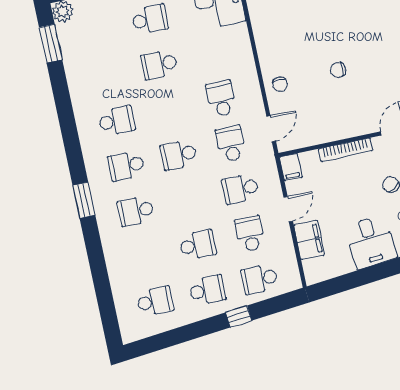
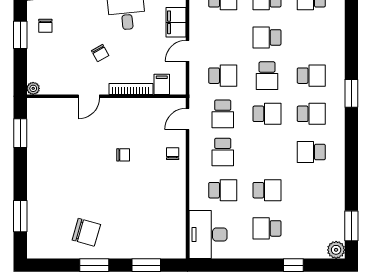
school desk: (212, 53) -> (223, 190), added
filing cabinet: (291, 167) -> (162, 84), moved
school desk: (250, 234) -> (267, 76), moved

